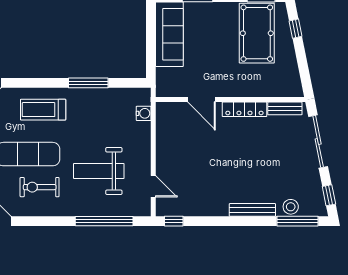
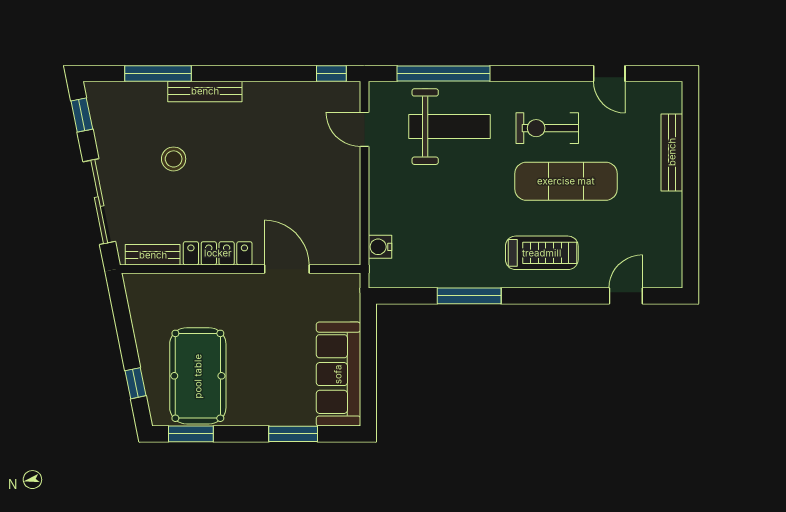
weight bench: (99, 171) -> (449, 127), moved
exercise bike: (40, 187) -> (547, 128), turned 180
stool: (291, 207) -> (174, 159), moved
window: (297, 221) -> (158, 73), moved

